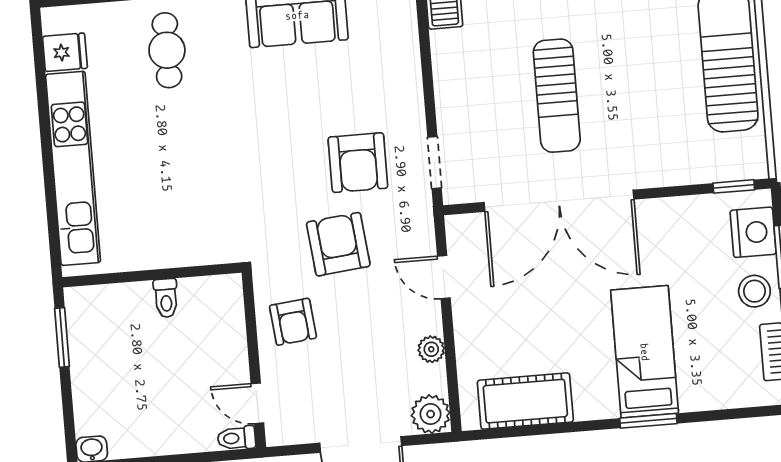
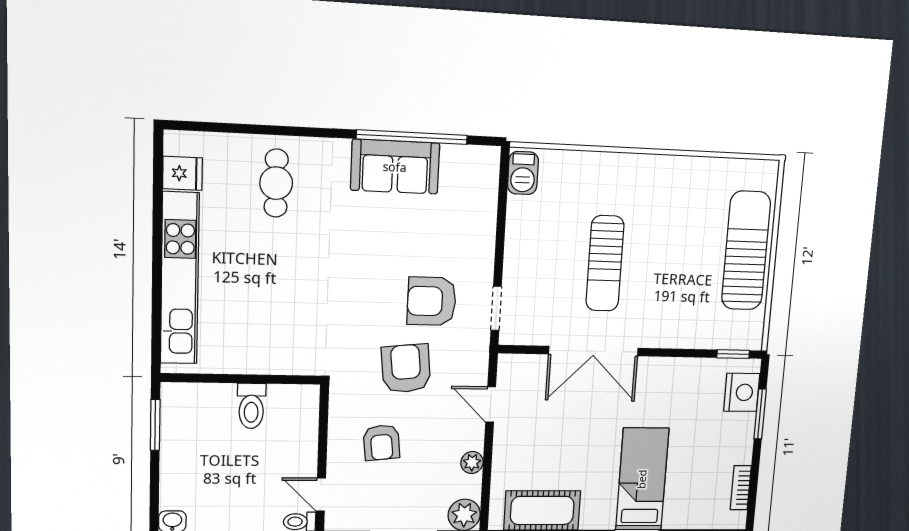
armchair: (358, 163) -> (432, 301), turned 90
double door: (559, 201) -> (594, 351), width x0.73
stool: (754, 291) -> (735, 439), removed
toilet: (166, 298) -> (251, 406), width x1.37, depth x1.39
armchair: (293, 322) -> (381, 442), moved

